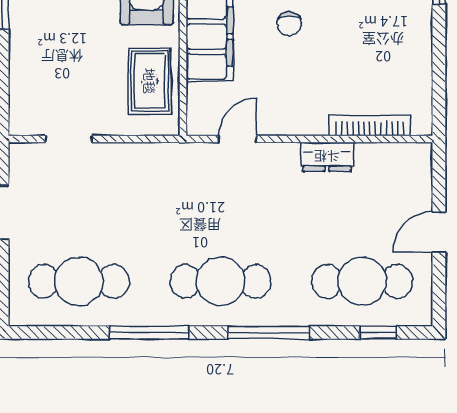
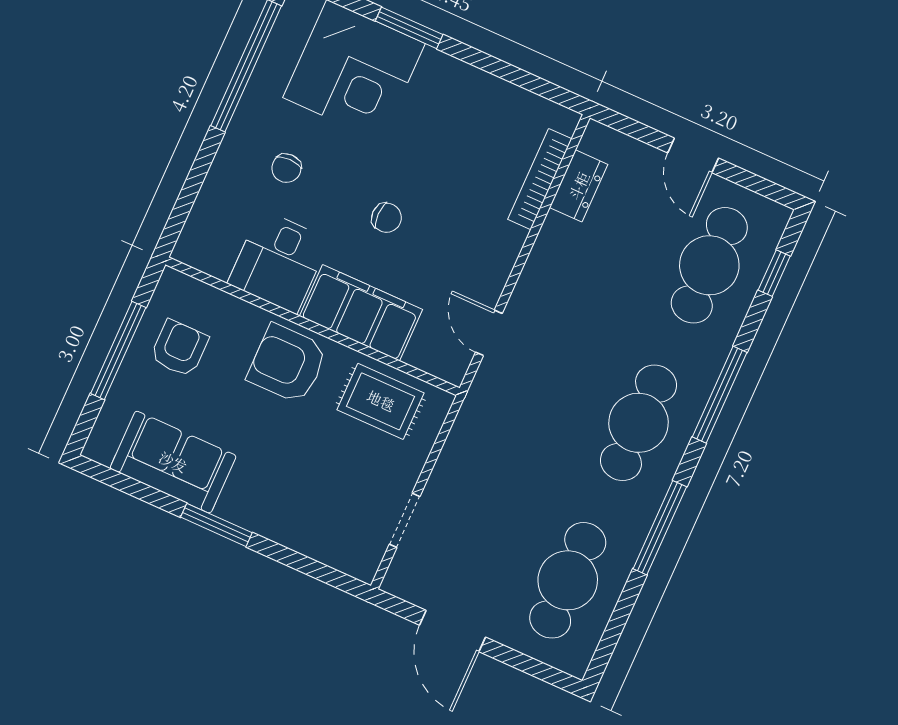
dresser: (327, 157) -> (579, 186), moved

